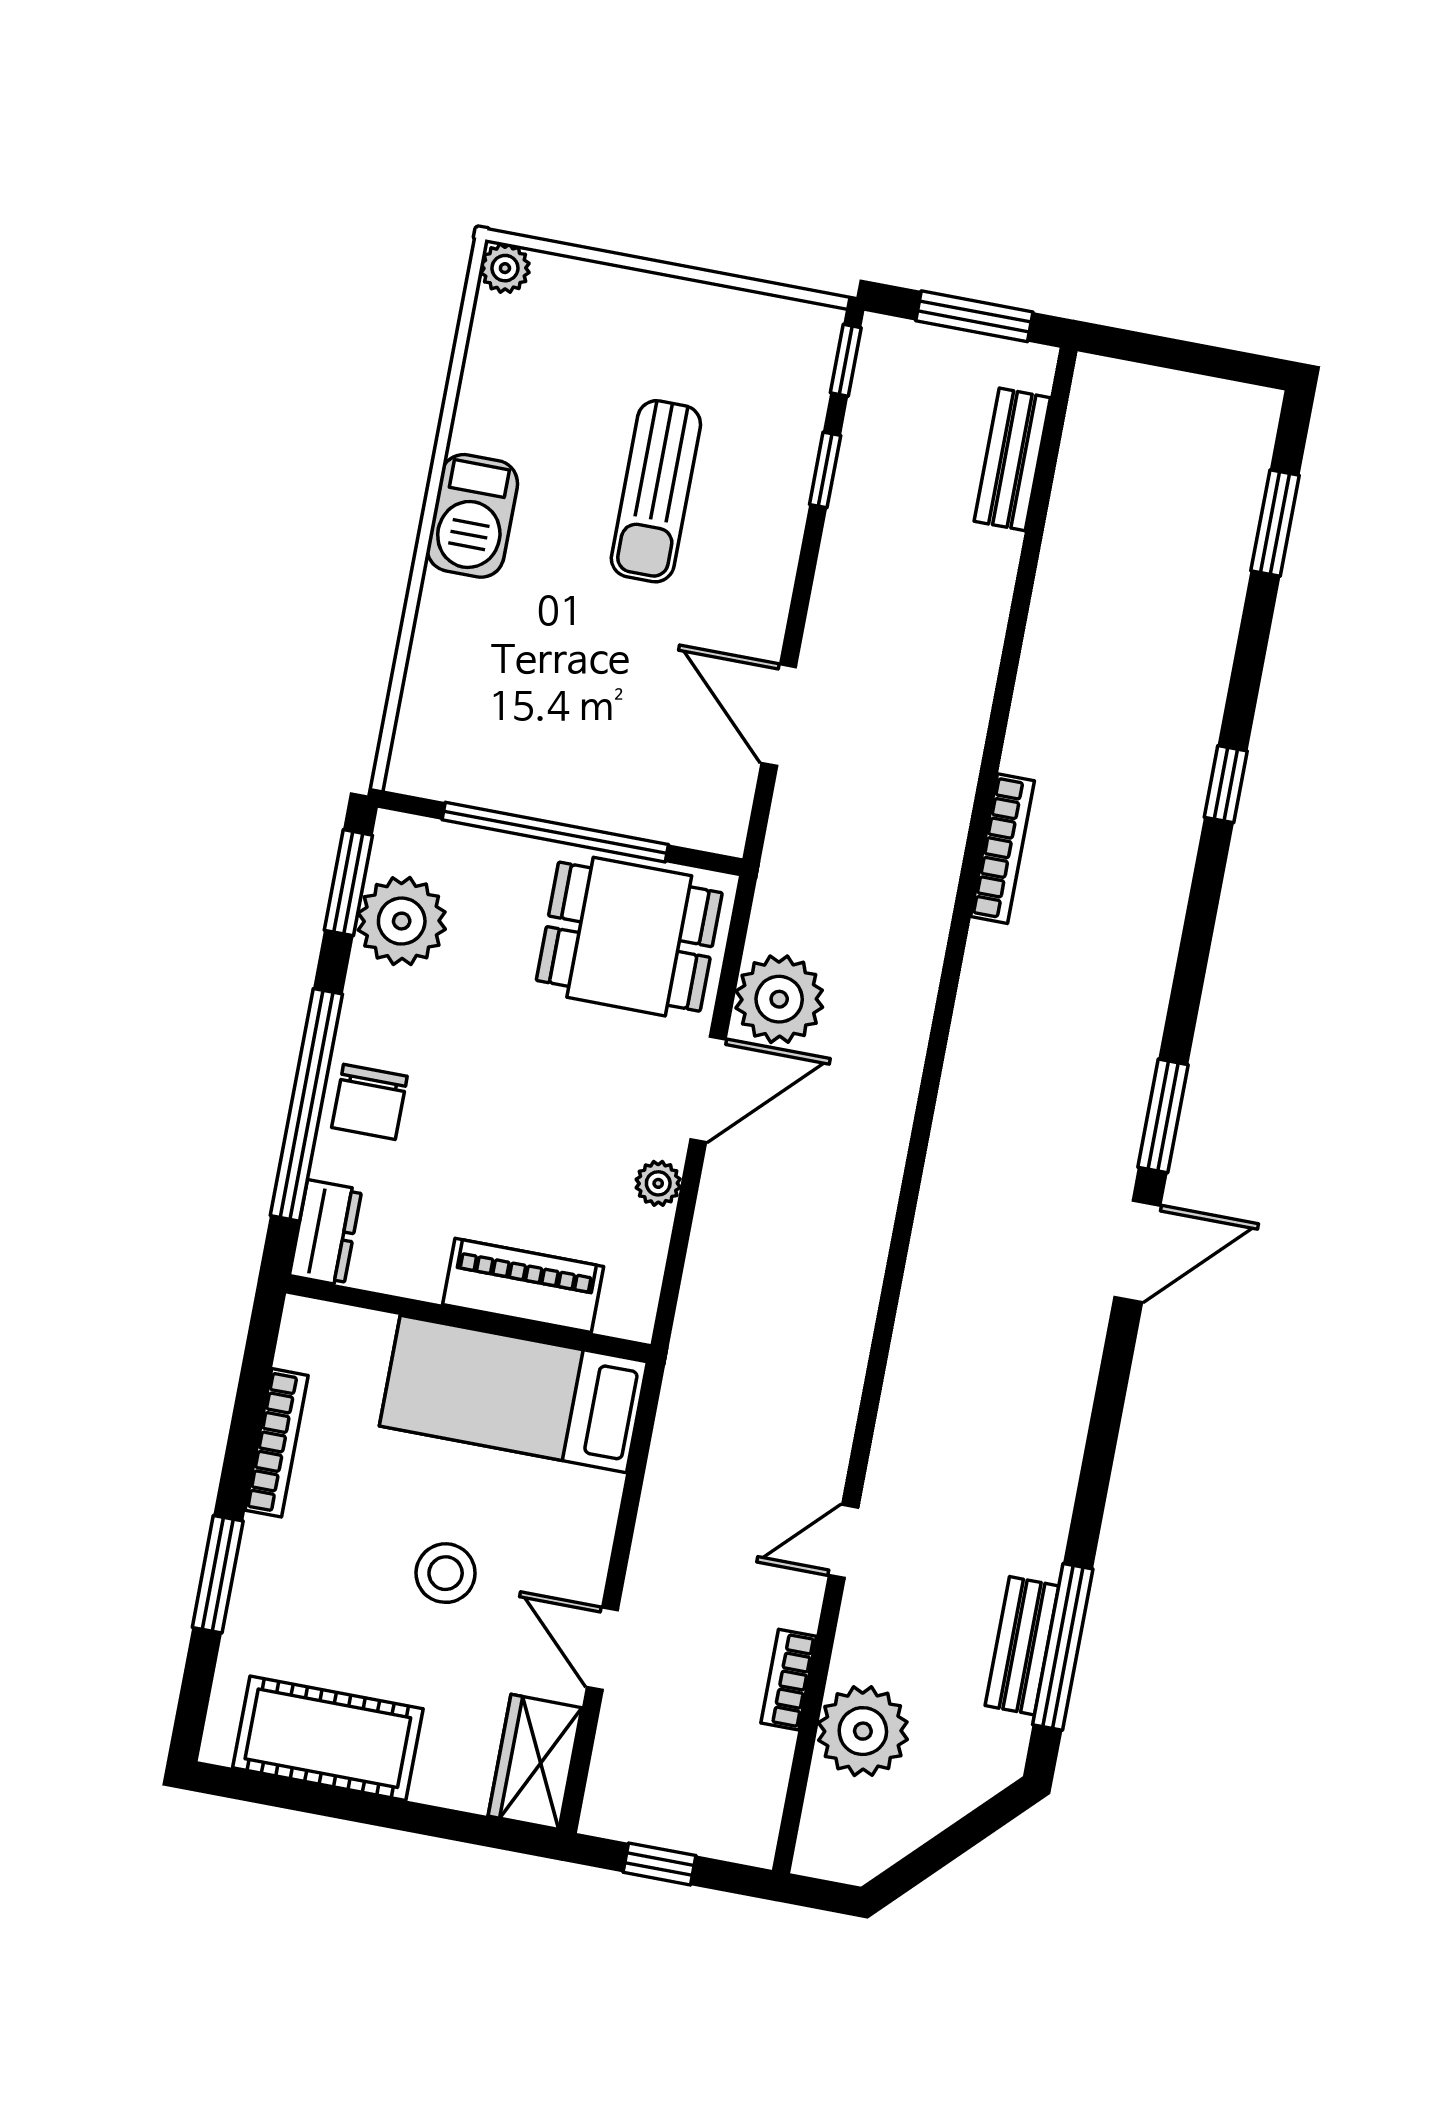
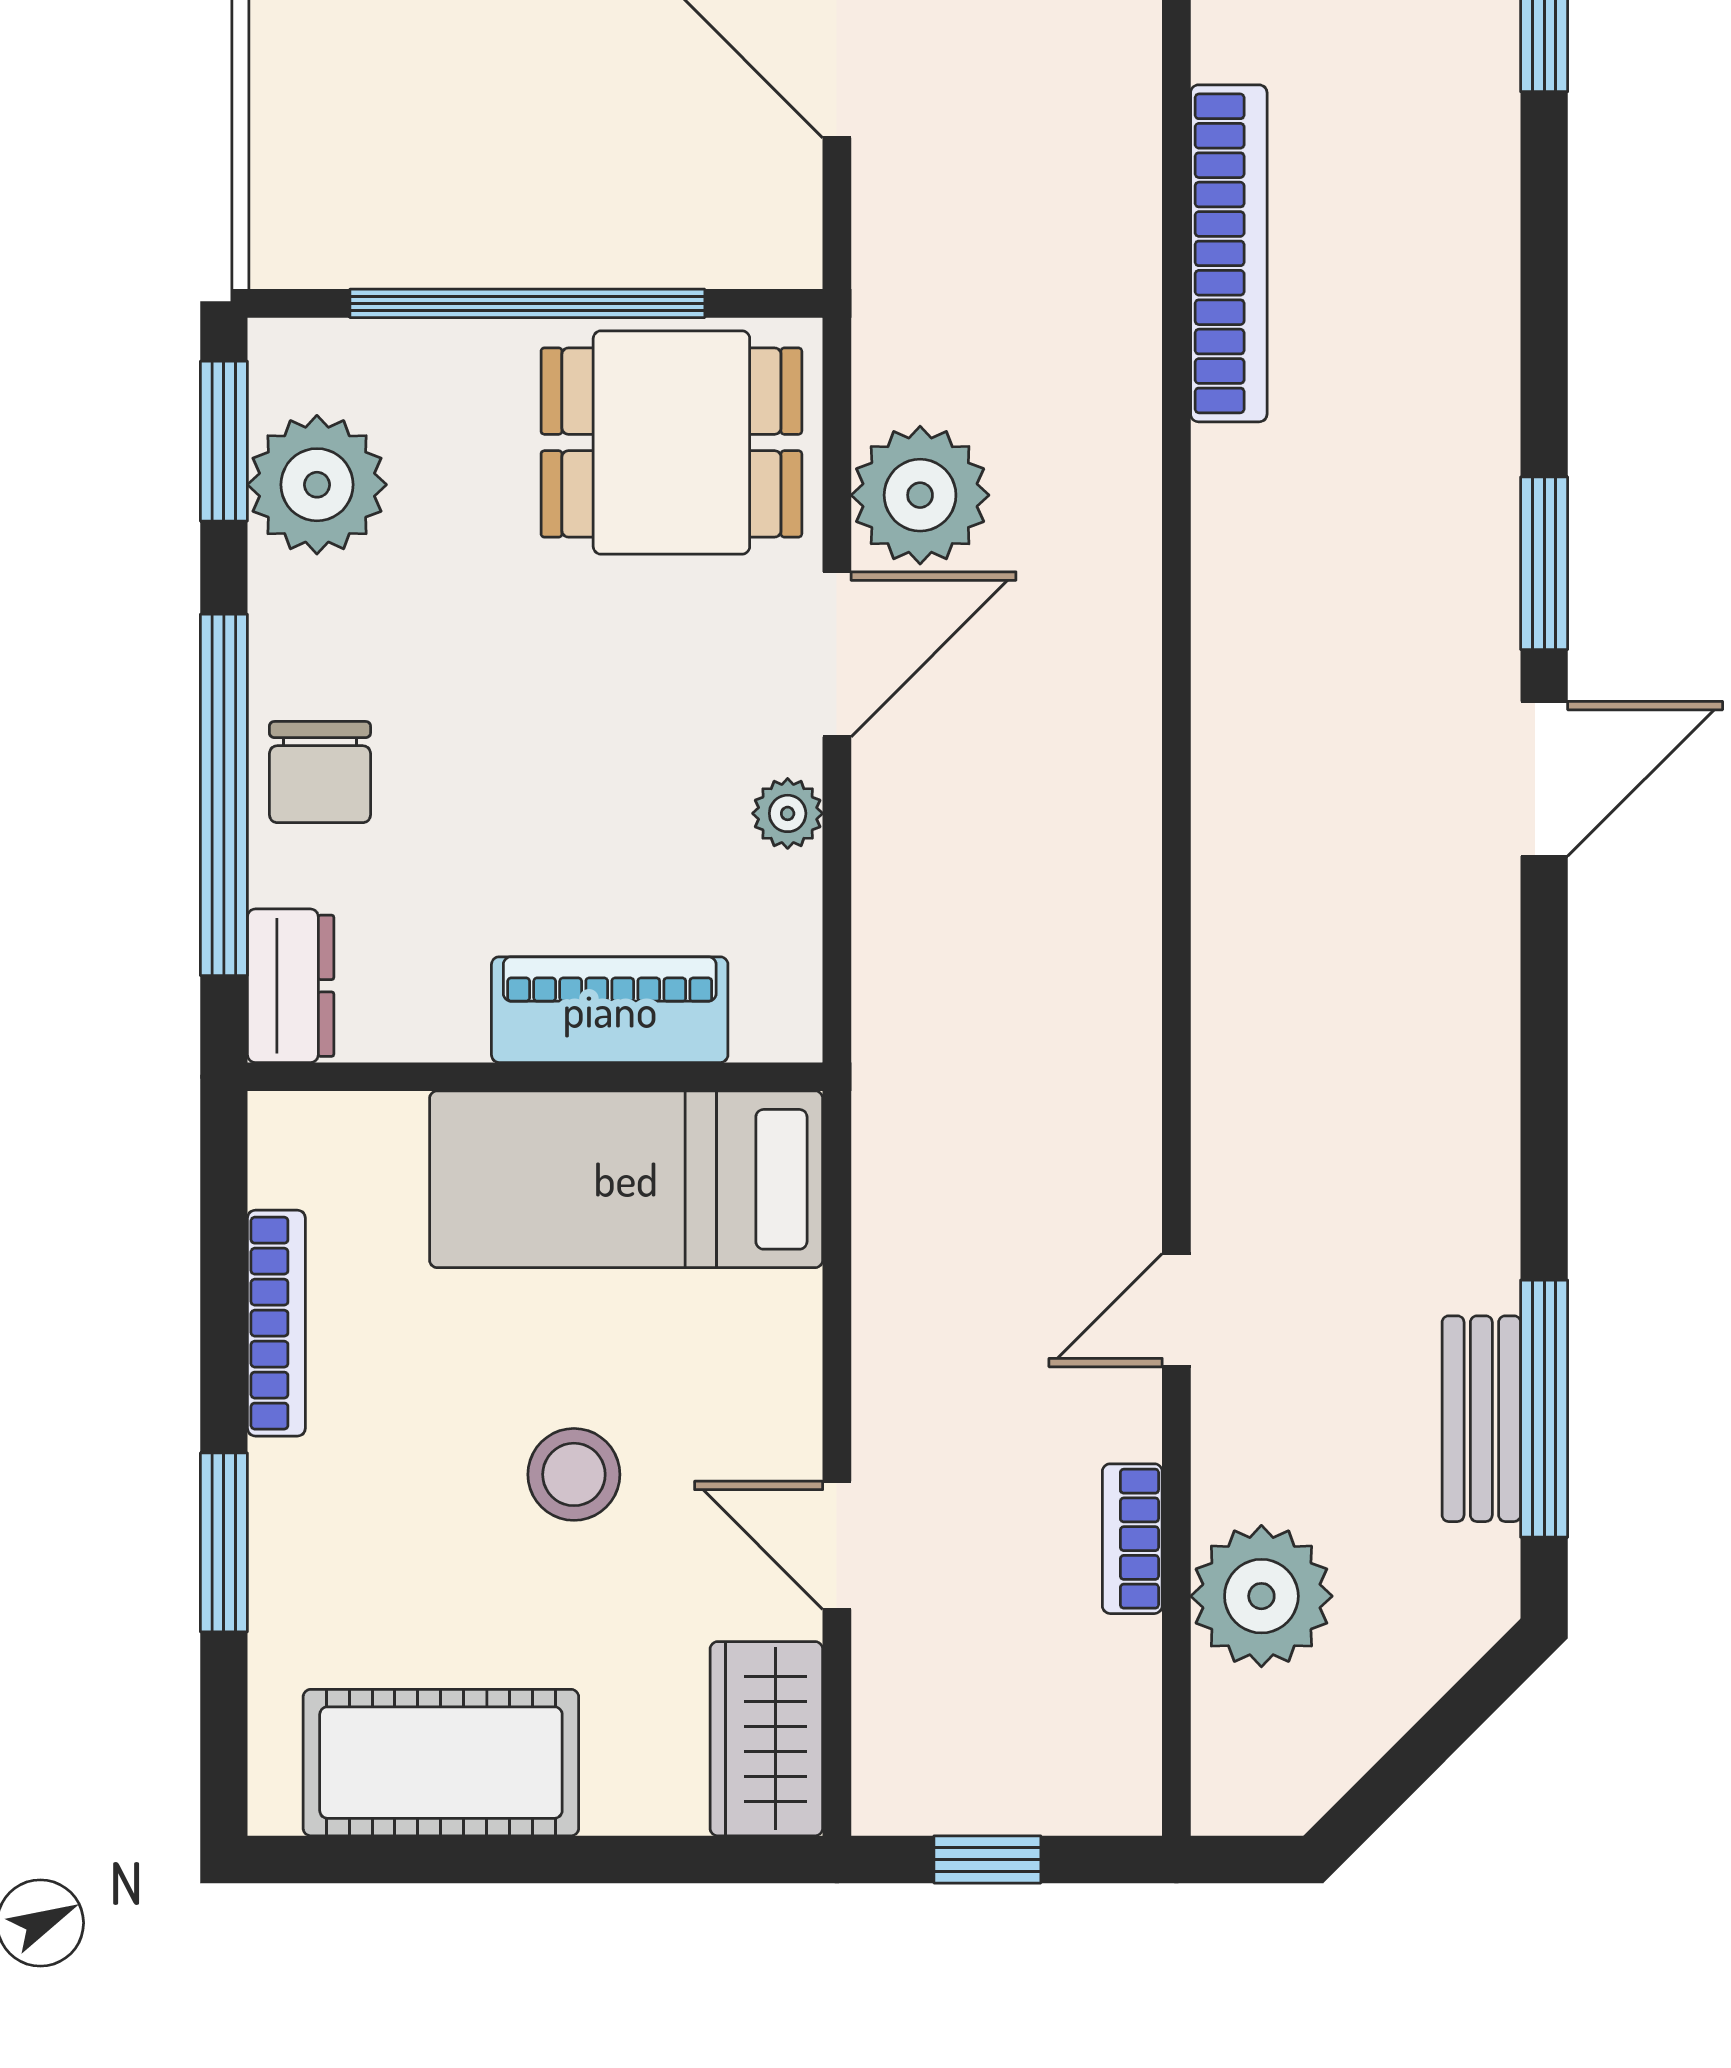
bookcase: (1002, 849) -> (1229, 253), width x1.48, depth x1.31

